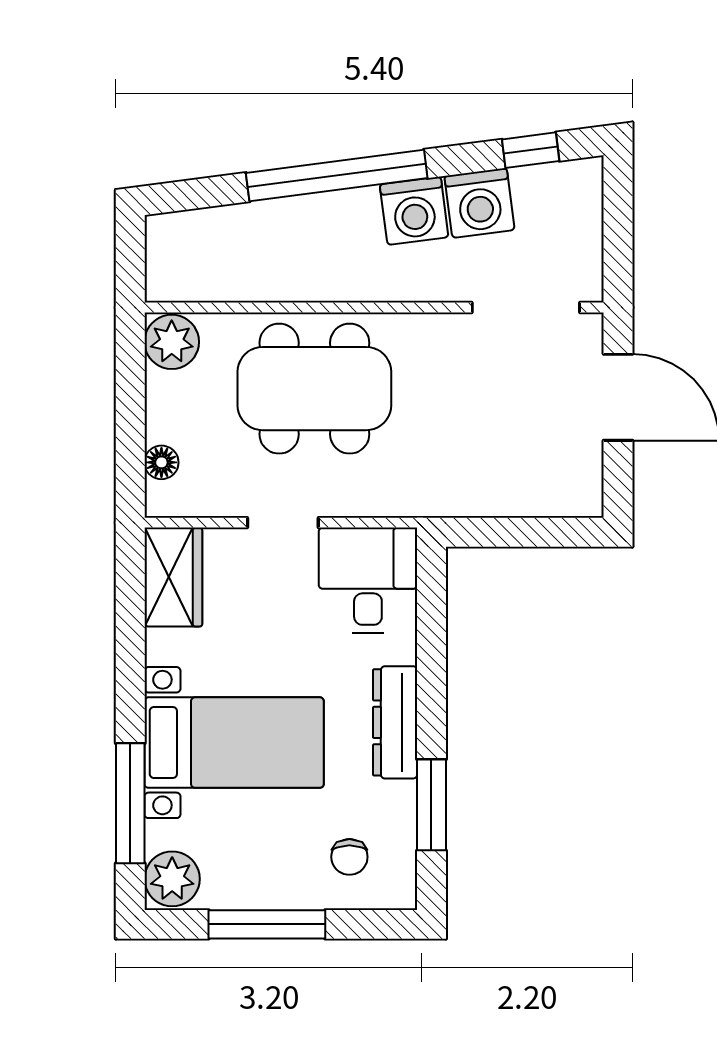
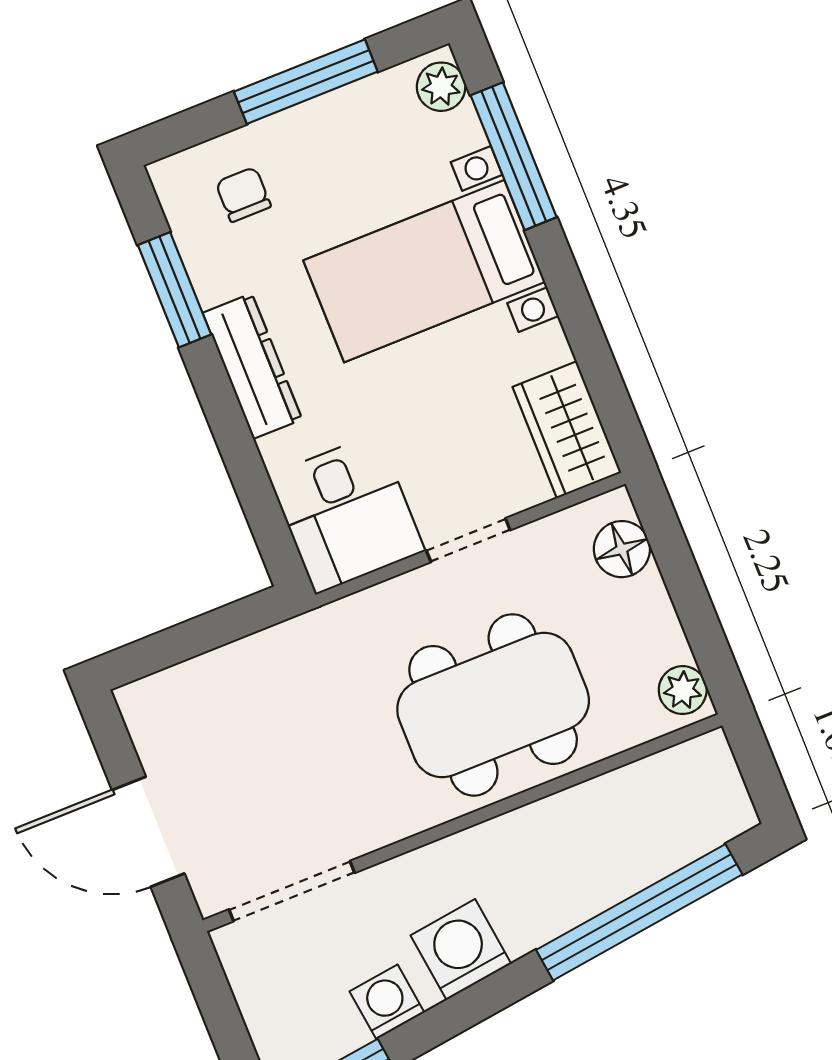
window: (337, 176) -> (639, 912), moved
washing machine: (480, 203) -> (387, 1002), width x0.73, depth x0.73
plant: (172, 342) -> (683, 690), width x0.73, depth x0.73
floor lamp: (161, 462) -> (622, 549), width x1.37, depth x1.37
plant: (172, 879) -> (441, 87), width x0.73, depth x0.73

